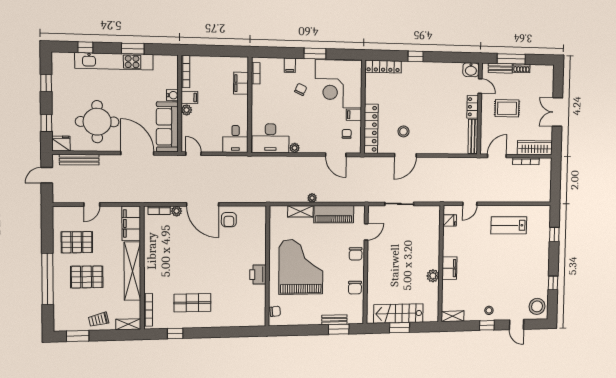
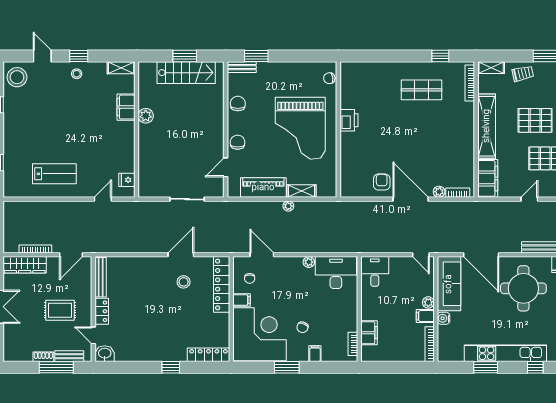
filing cabinet: (449, 268) -> (126, 107), moved
bench: (334, 320) -> (242, 67), moved

